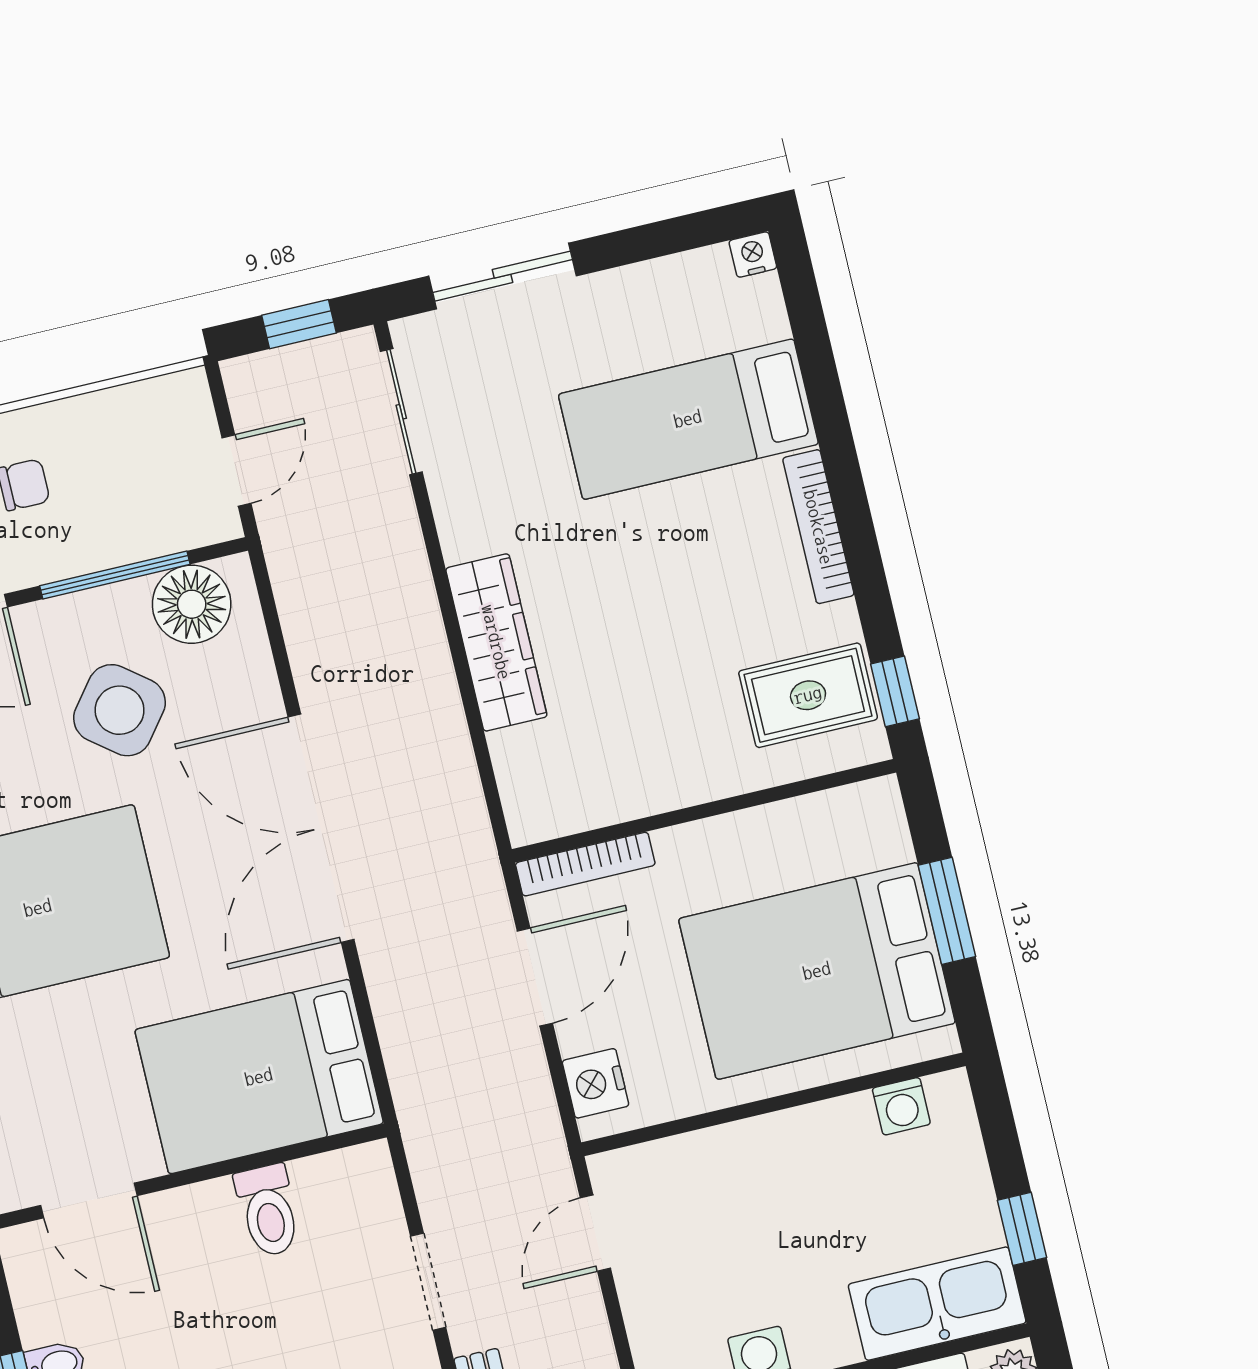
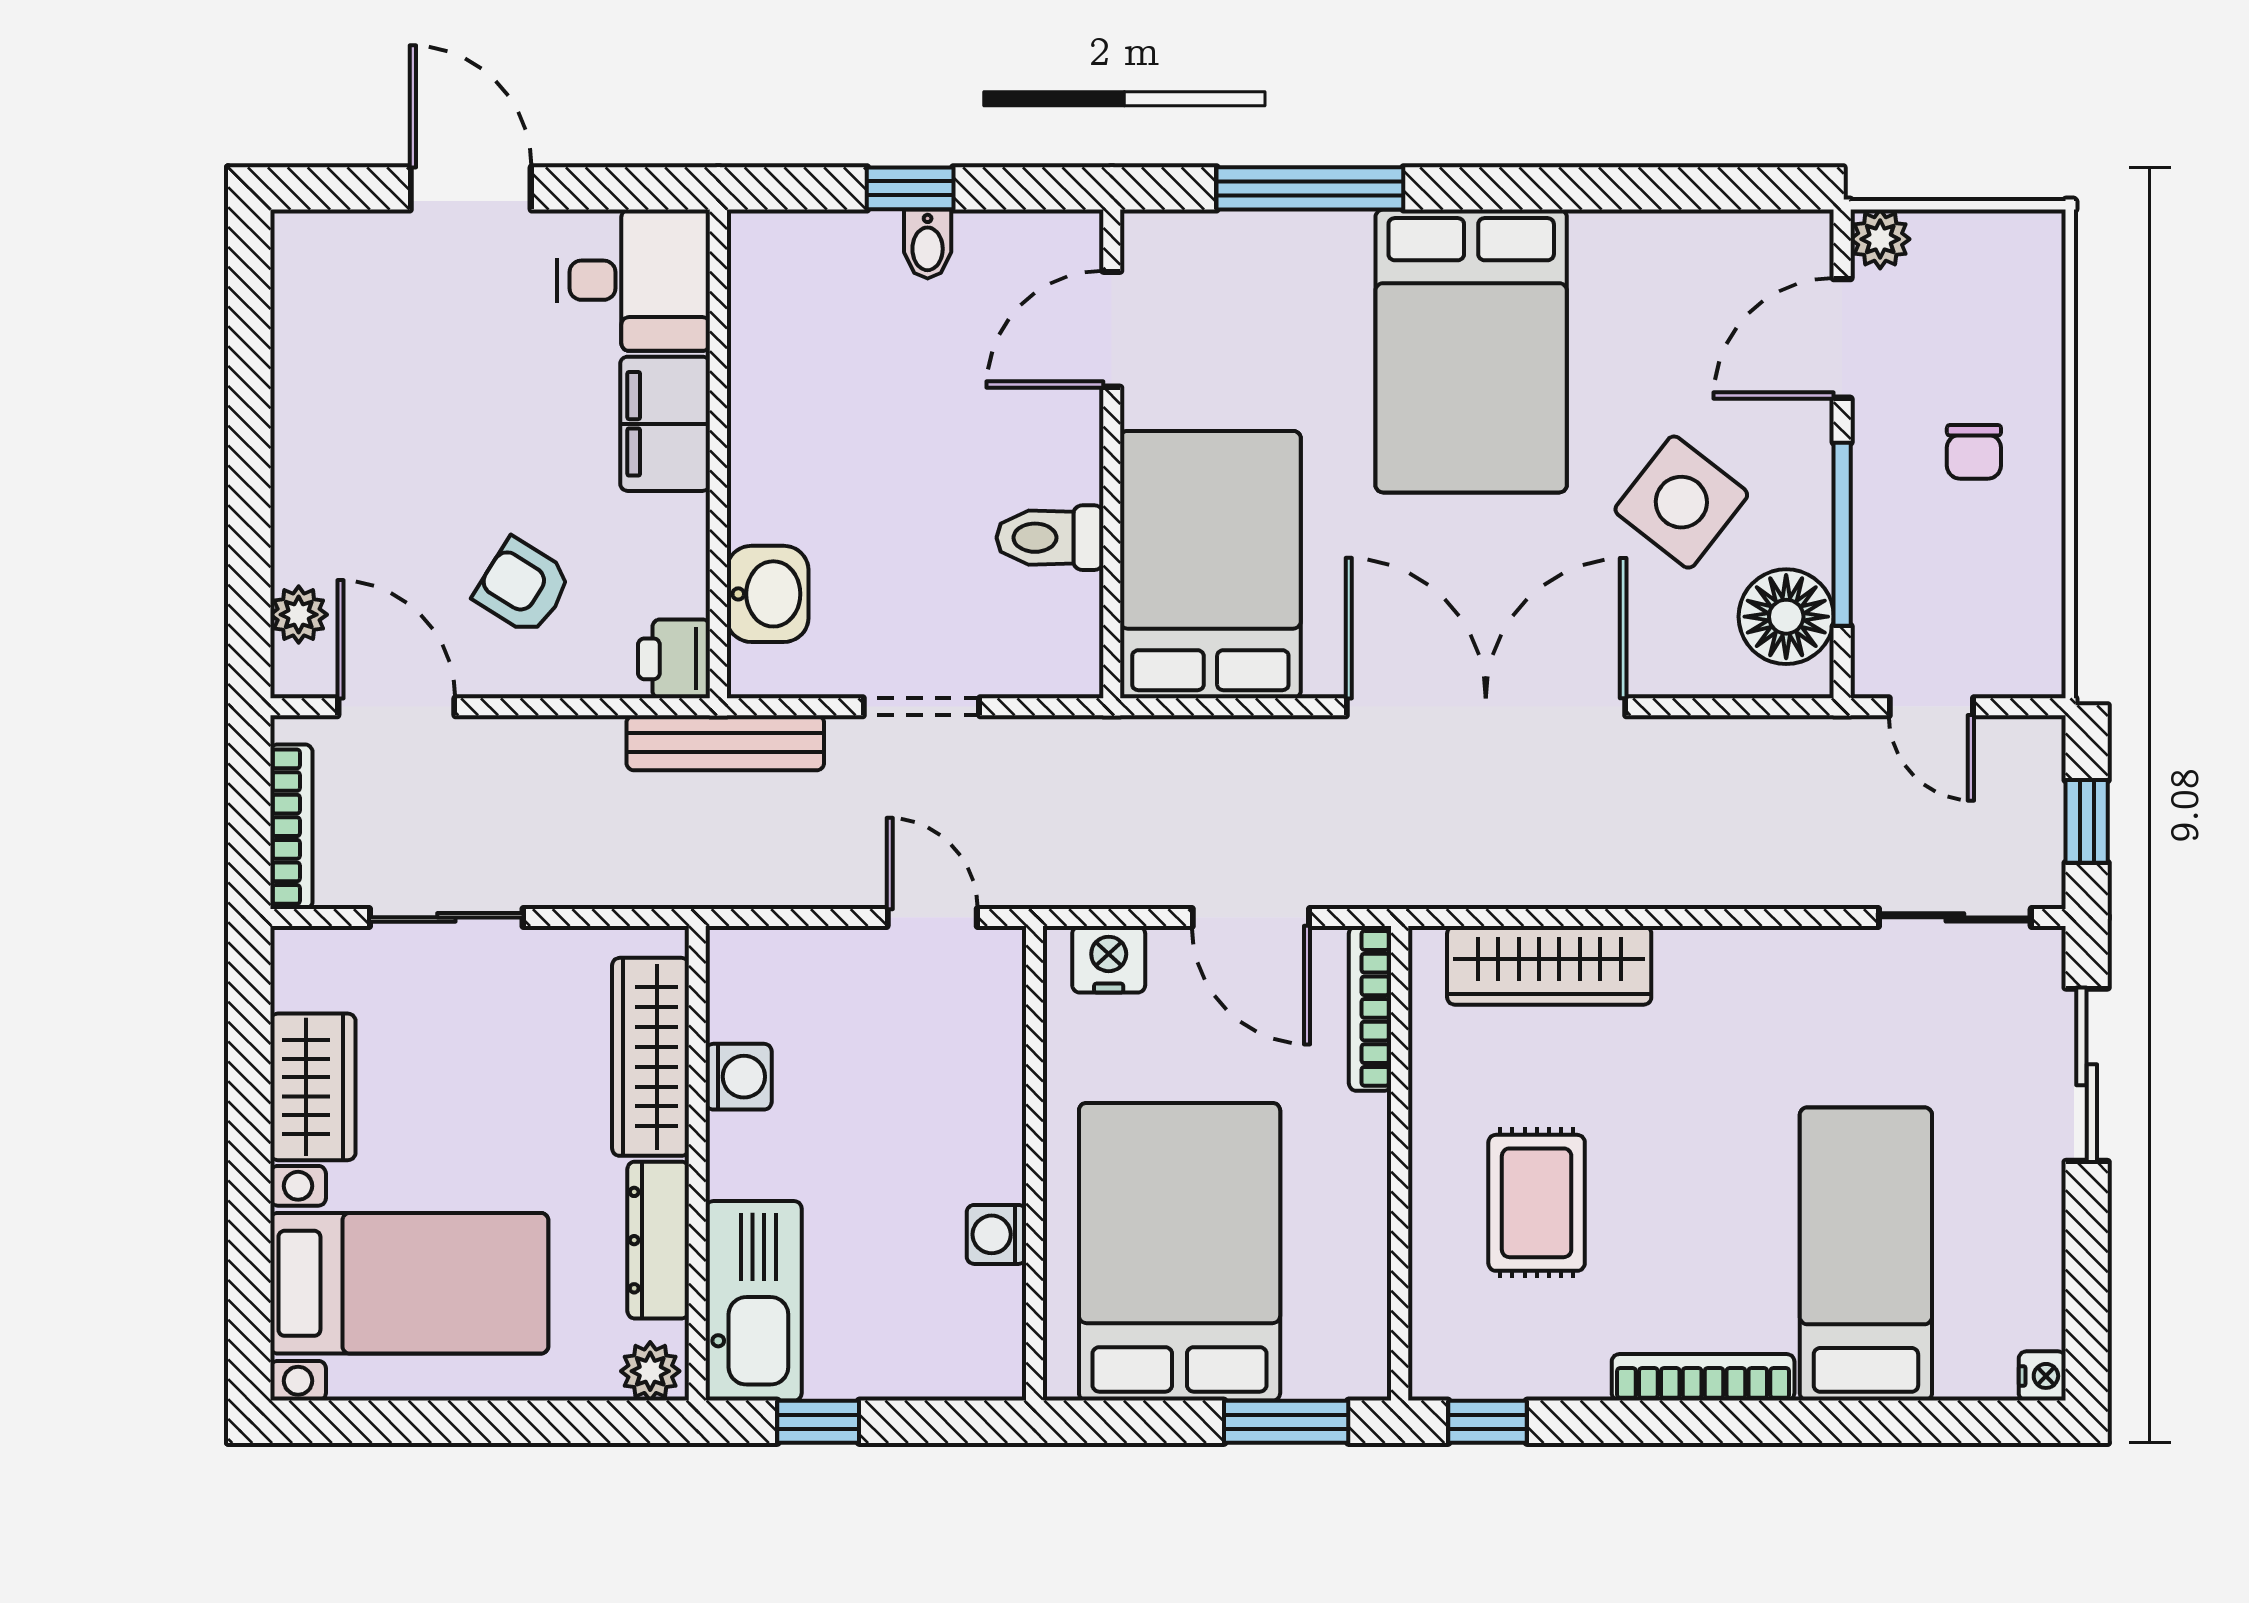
wardrobe: (496, 642) -> (1549, 965), moved
rug: (808, 695) -> (1537, 1203), moved
window: (947, 911) -> (1286, 1422), moved
washing machine: (901, 1106) -> (996, 1234), moved

